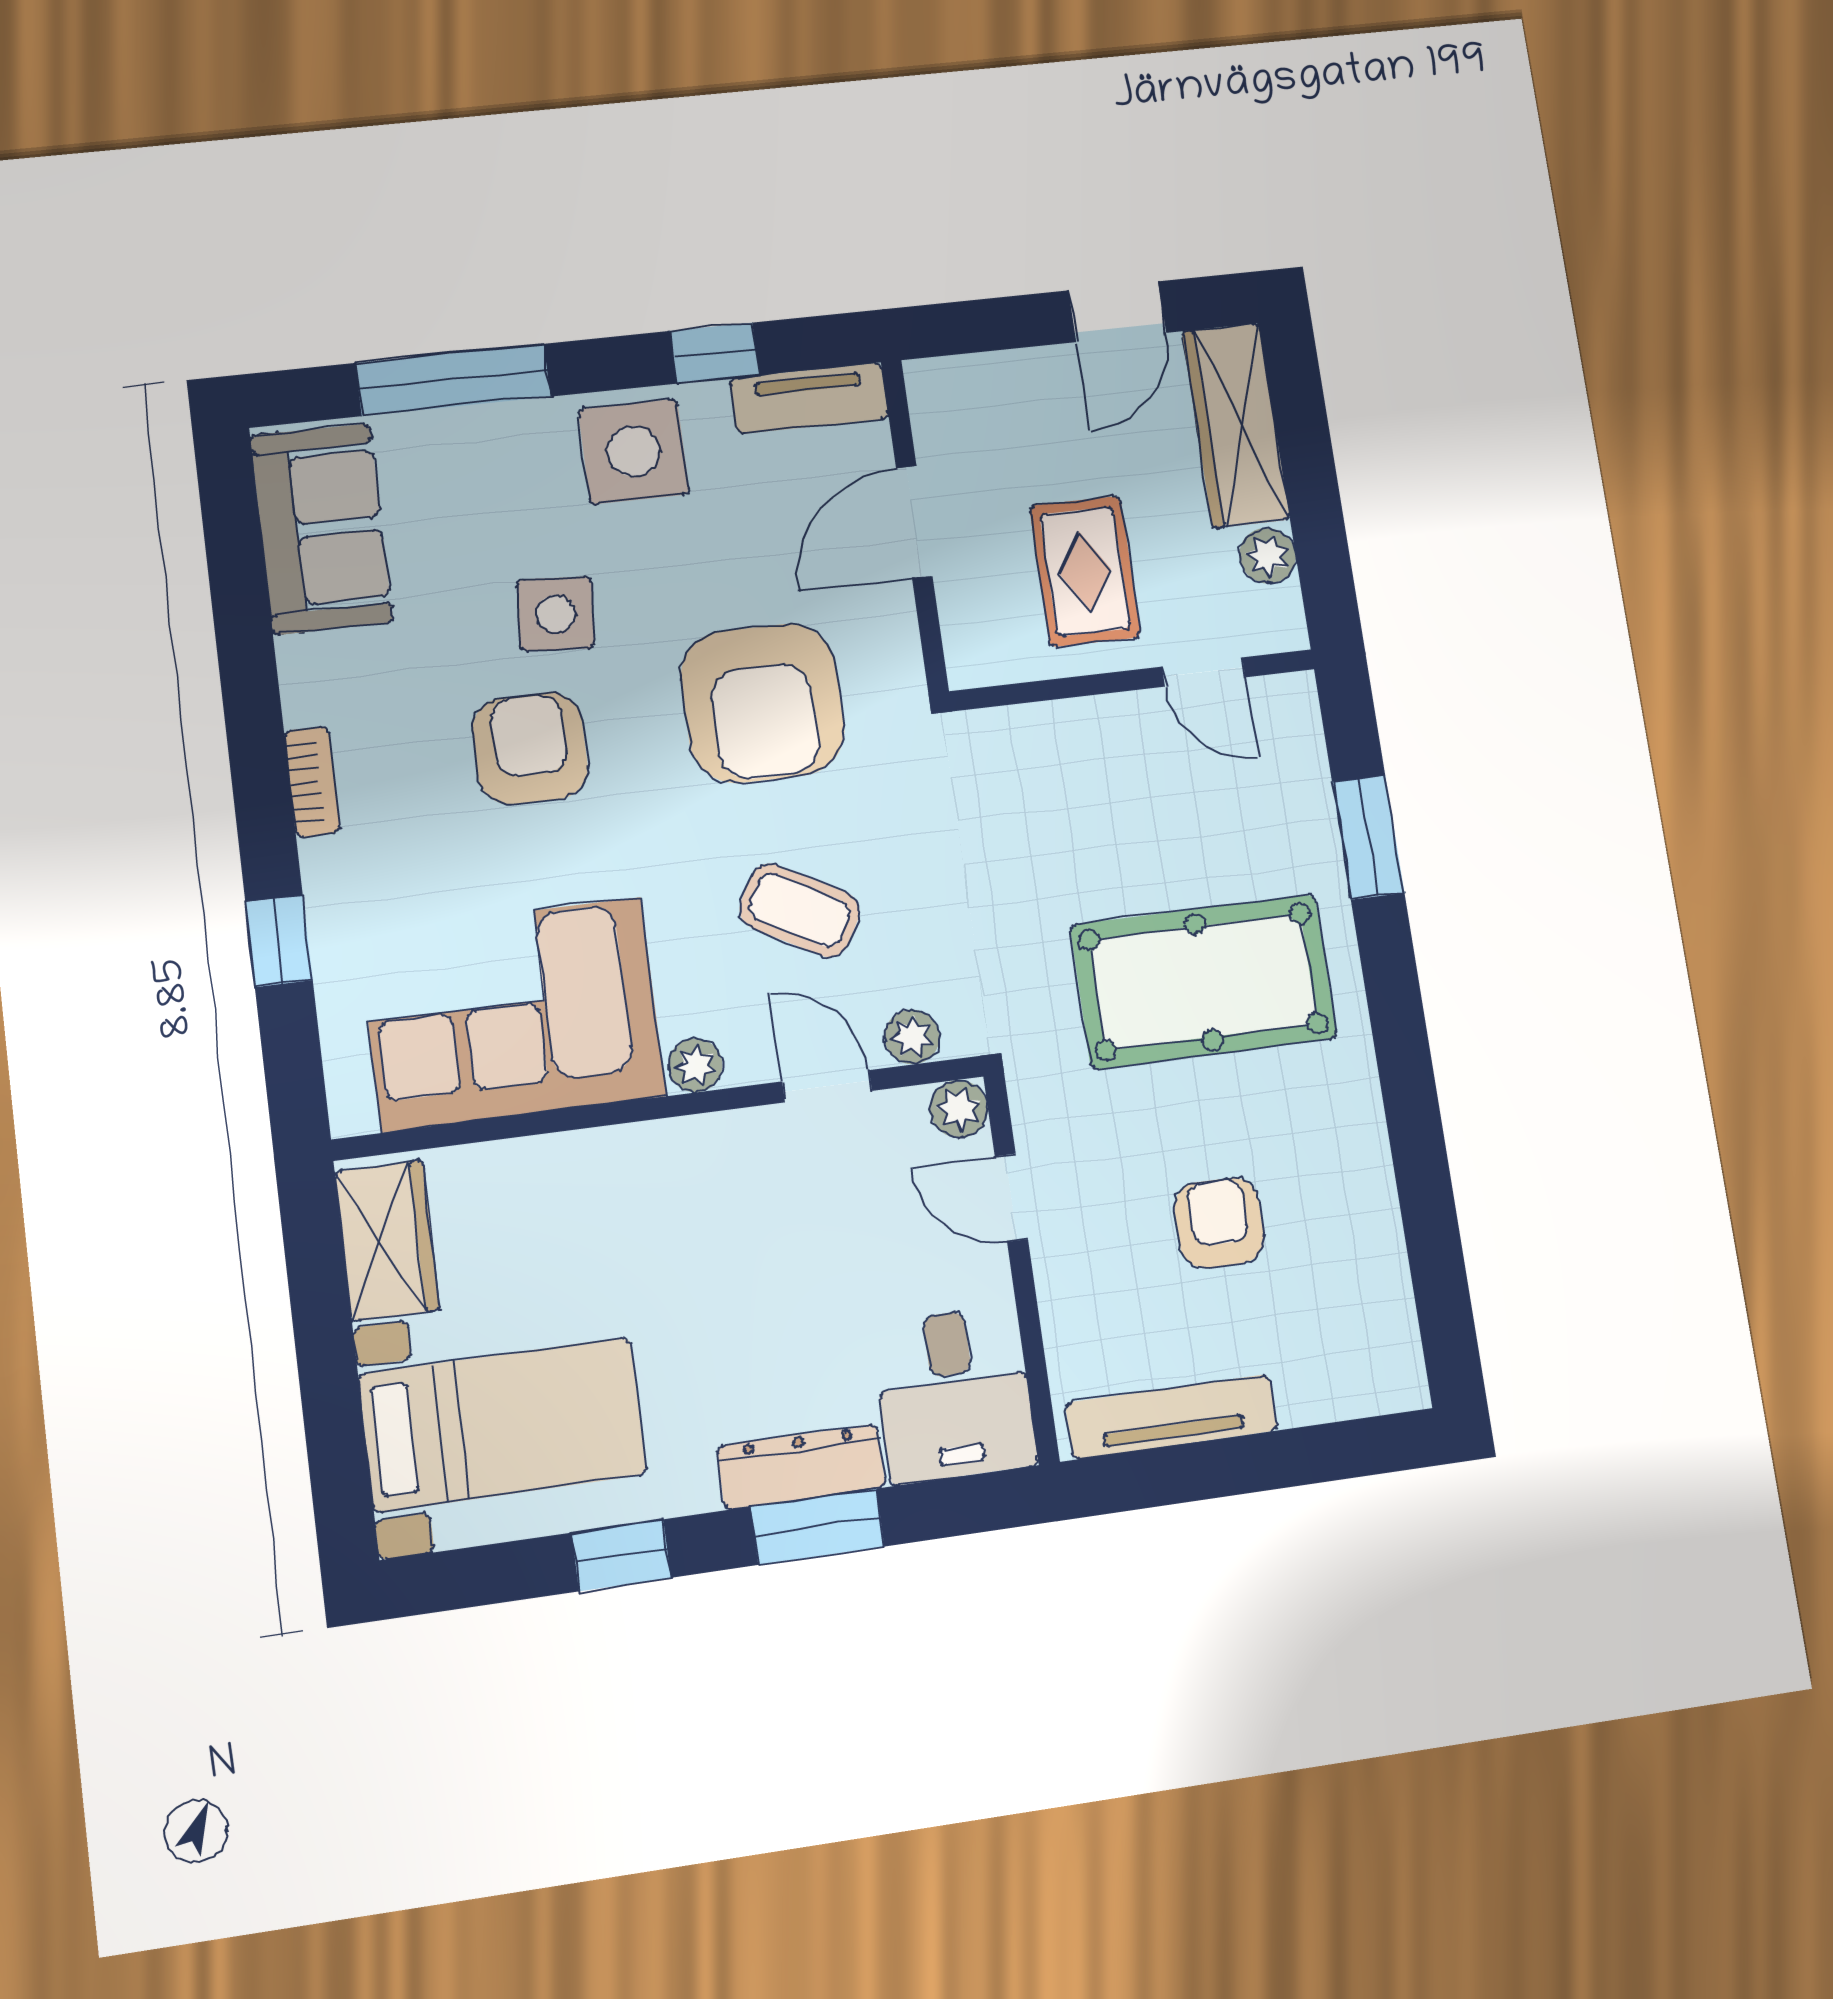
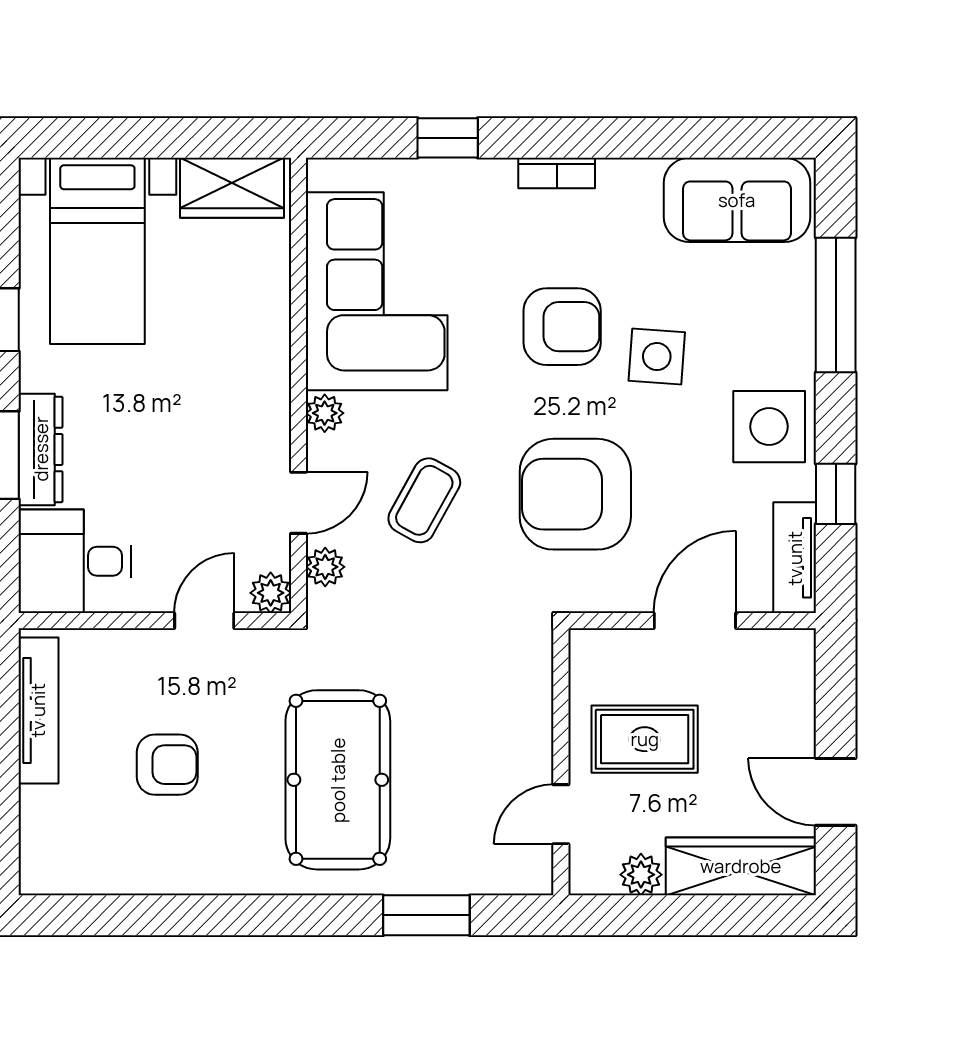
door: (914, 522) -> (695, 621), hinge flipped

